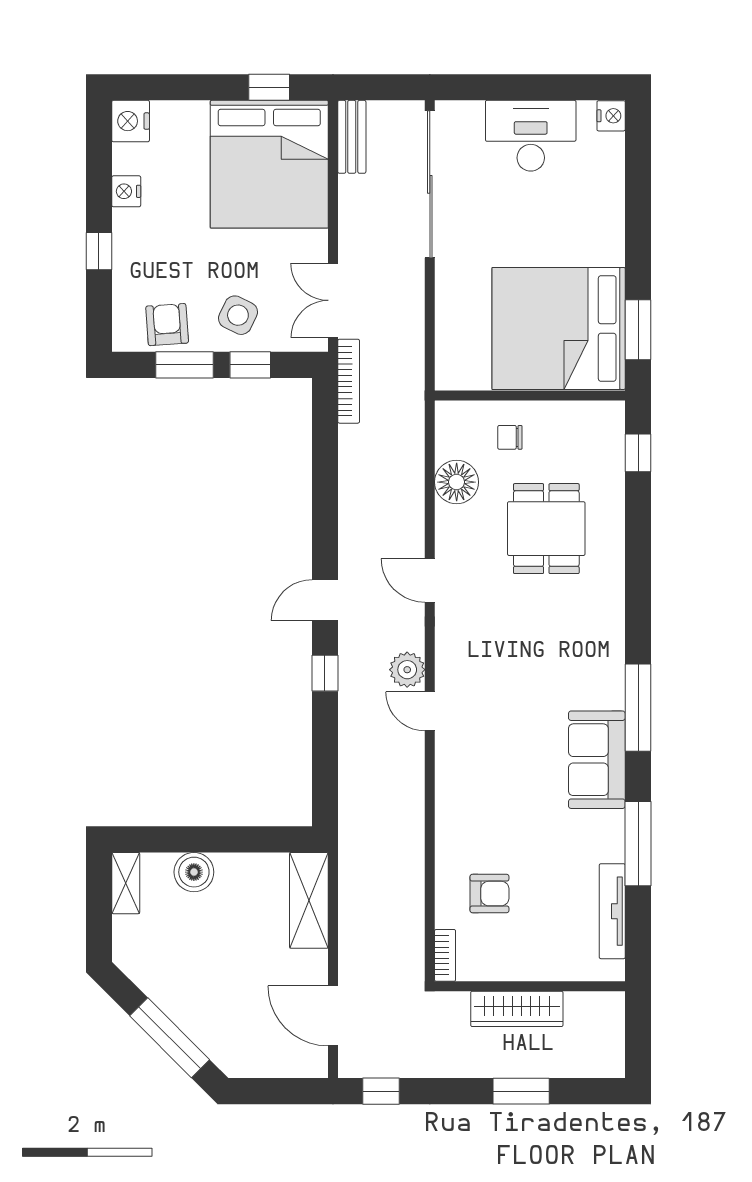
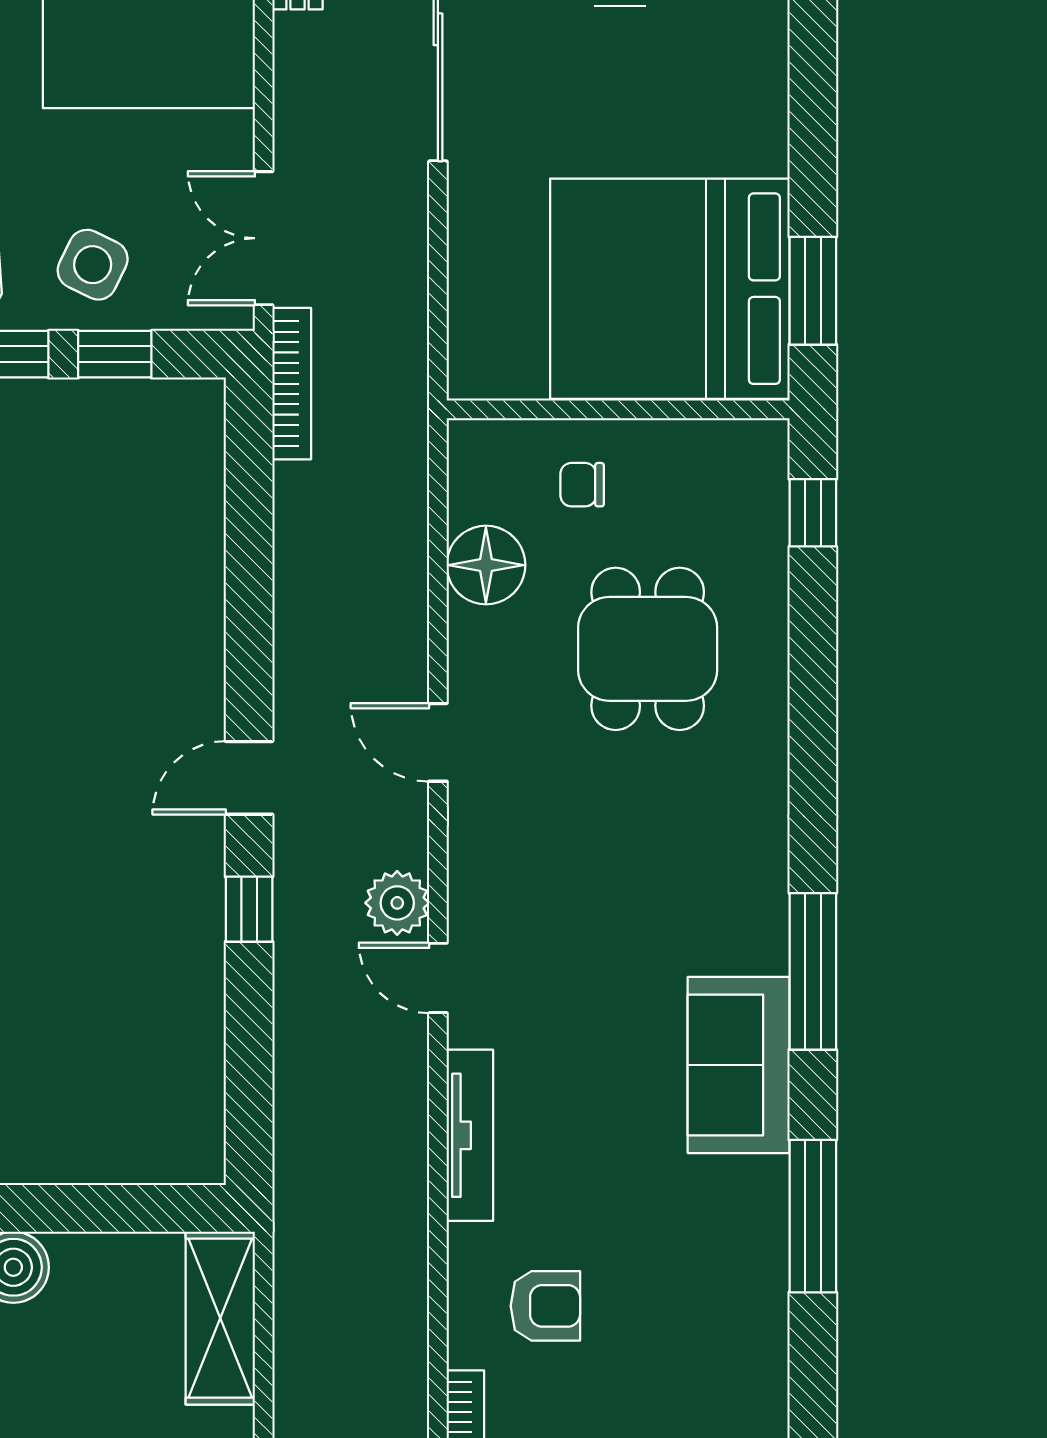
tv unit: (612, 911) -> (470, 1135), moved, turned 180

